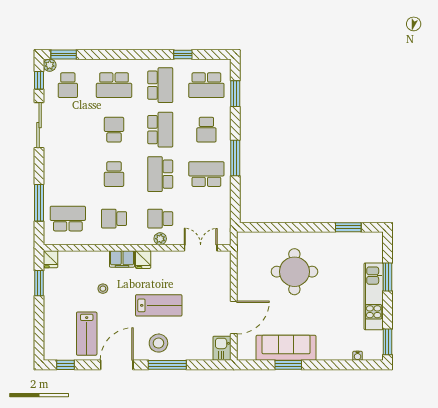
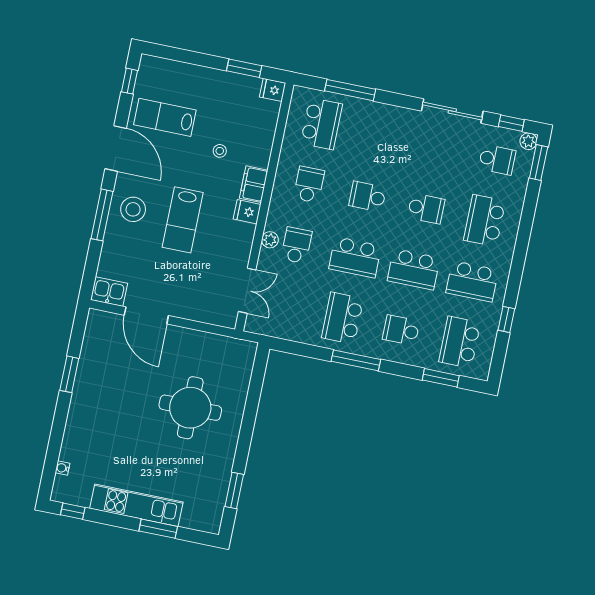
school desk: (68, 85) -> (497, 160), turned 180
school desk: (160, 174) -> (355, 257), turned 180
school desk: (206, 174) -> (343, 318), turned 180
window: (387, 342) -> (73, 511), width x0.67
sofa: (286, 348) -> (92, 376), removed

